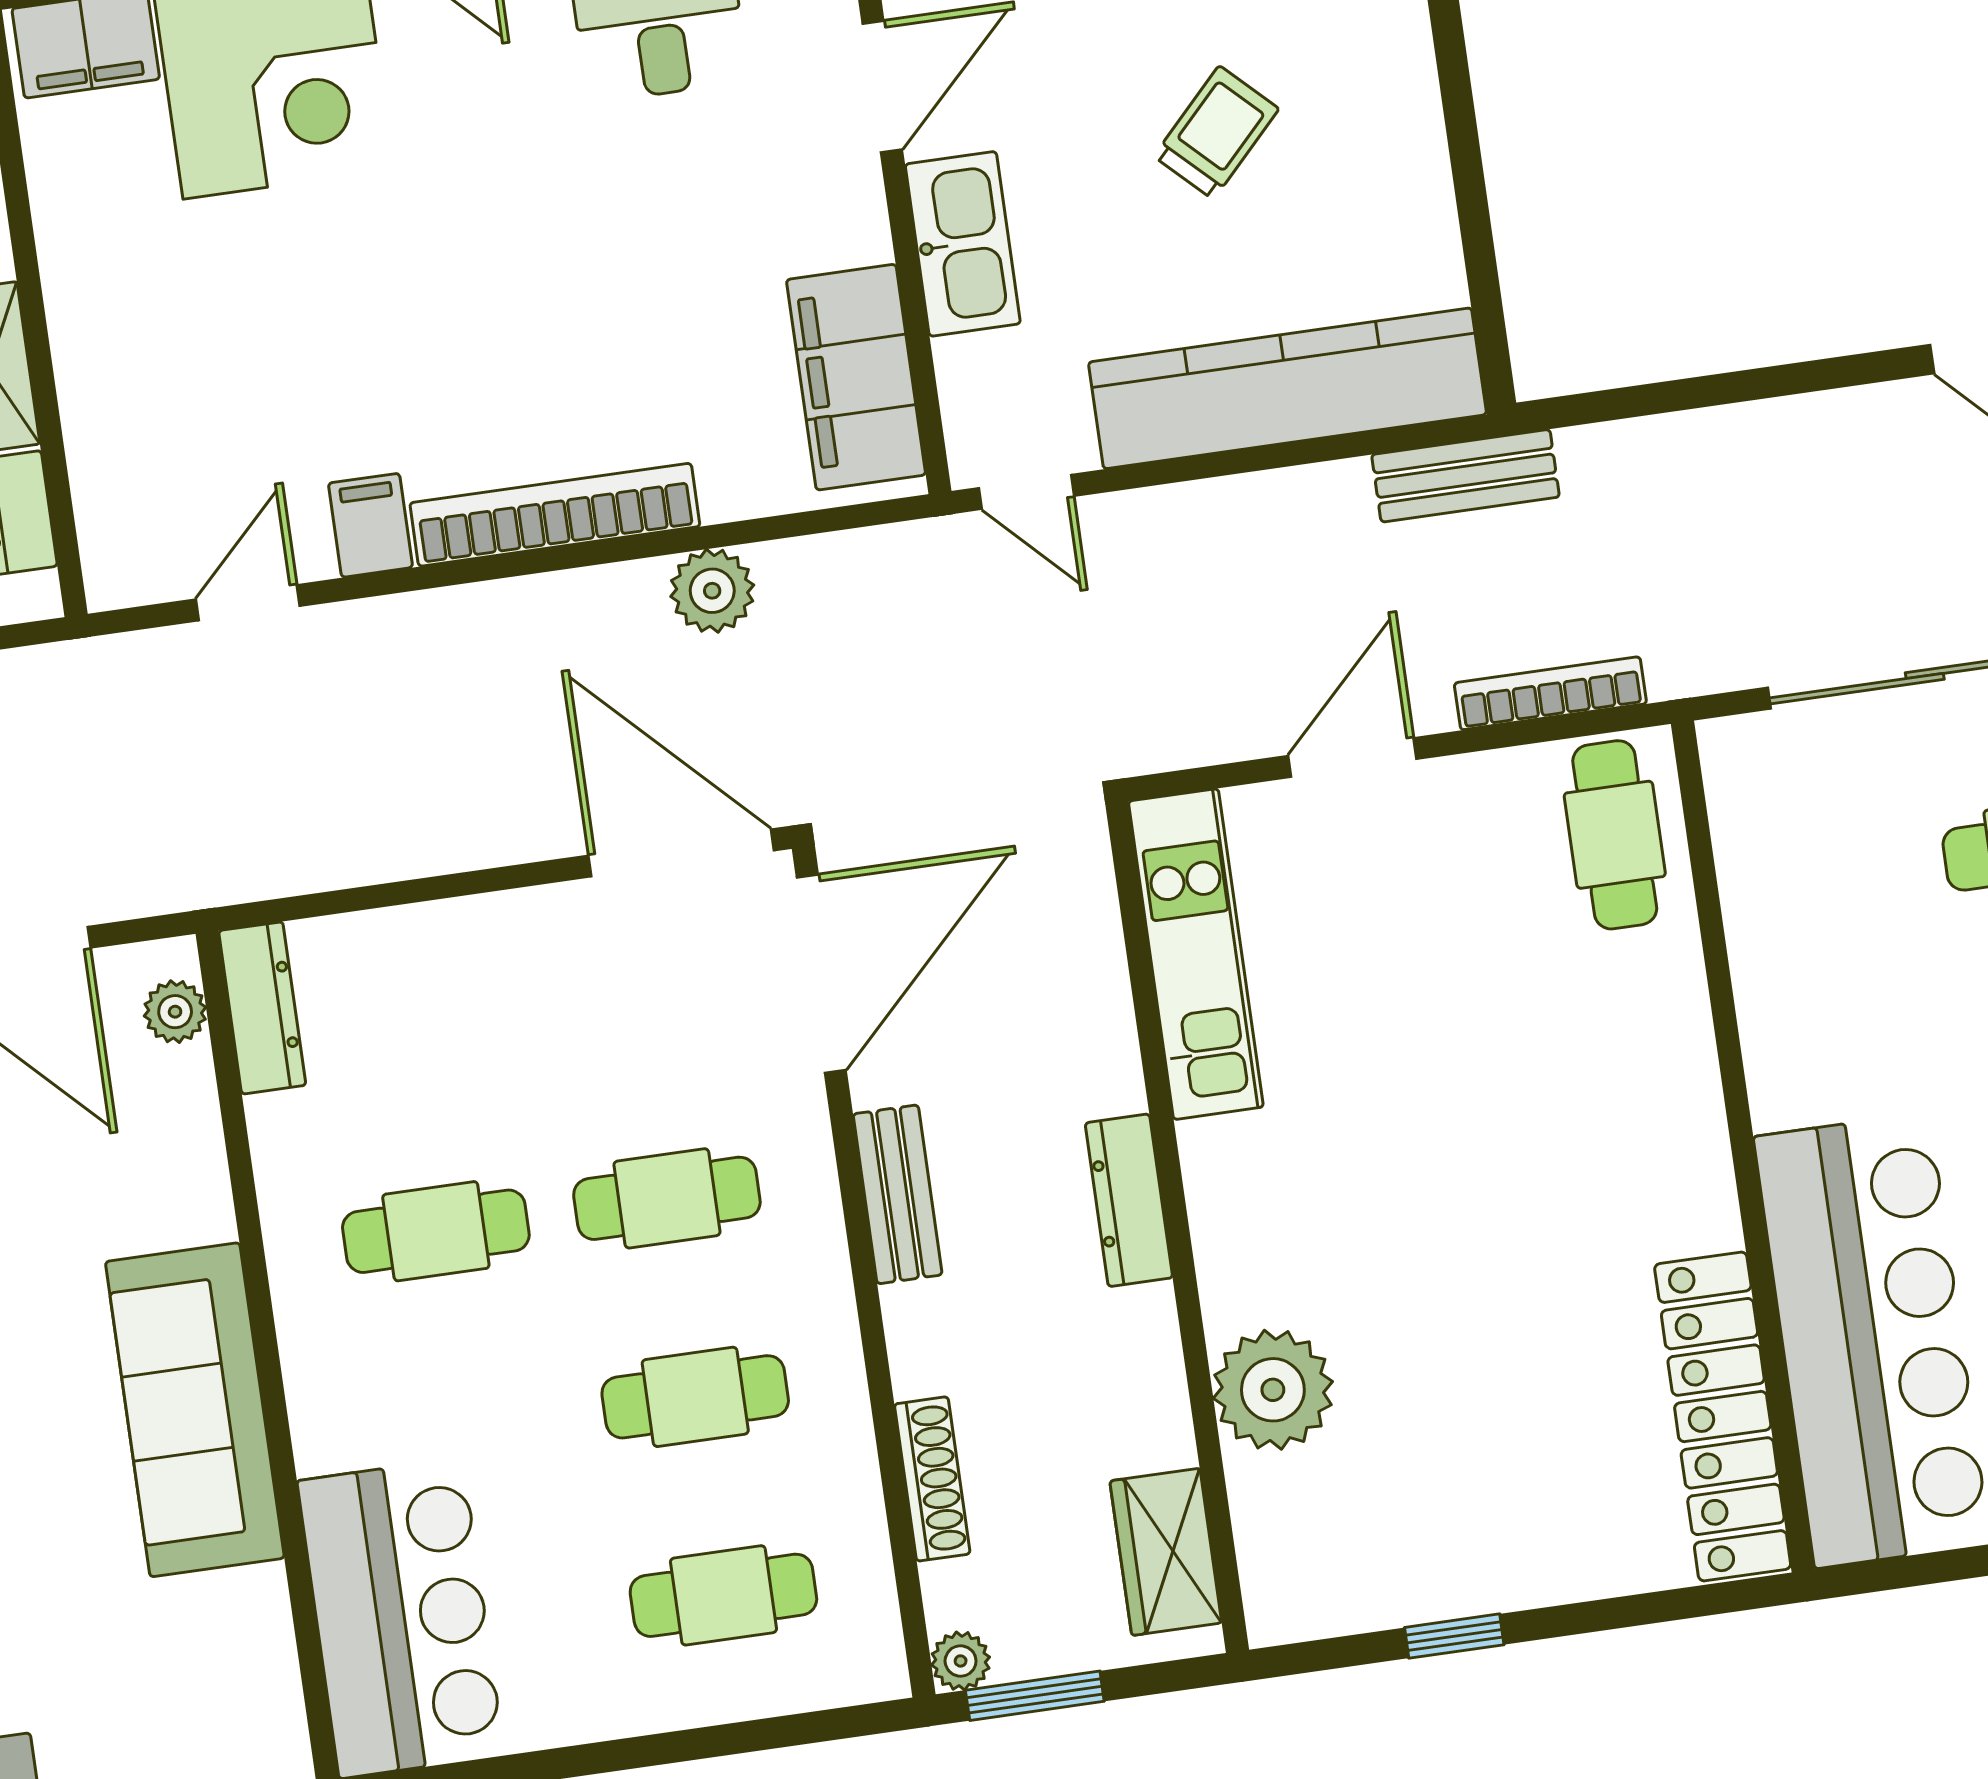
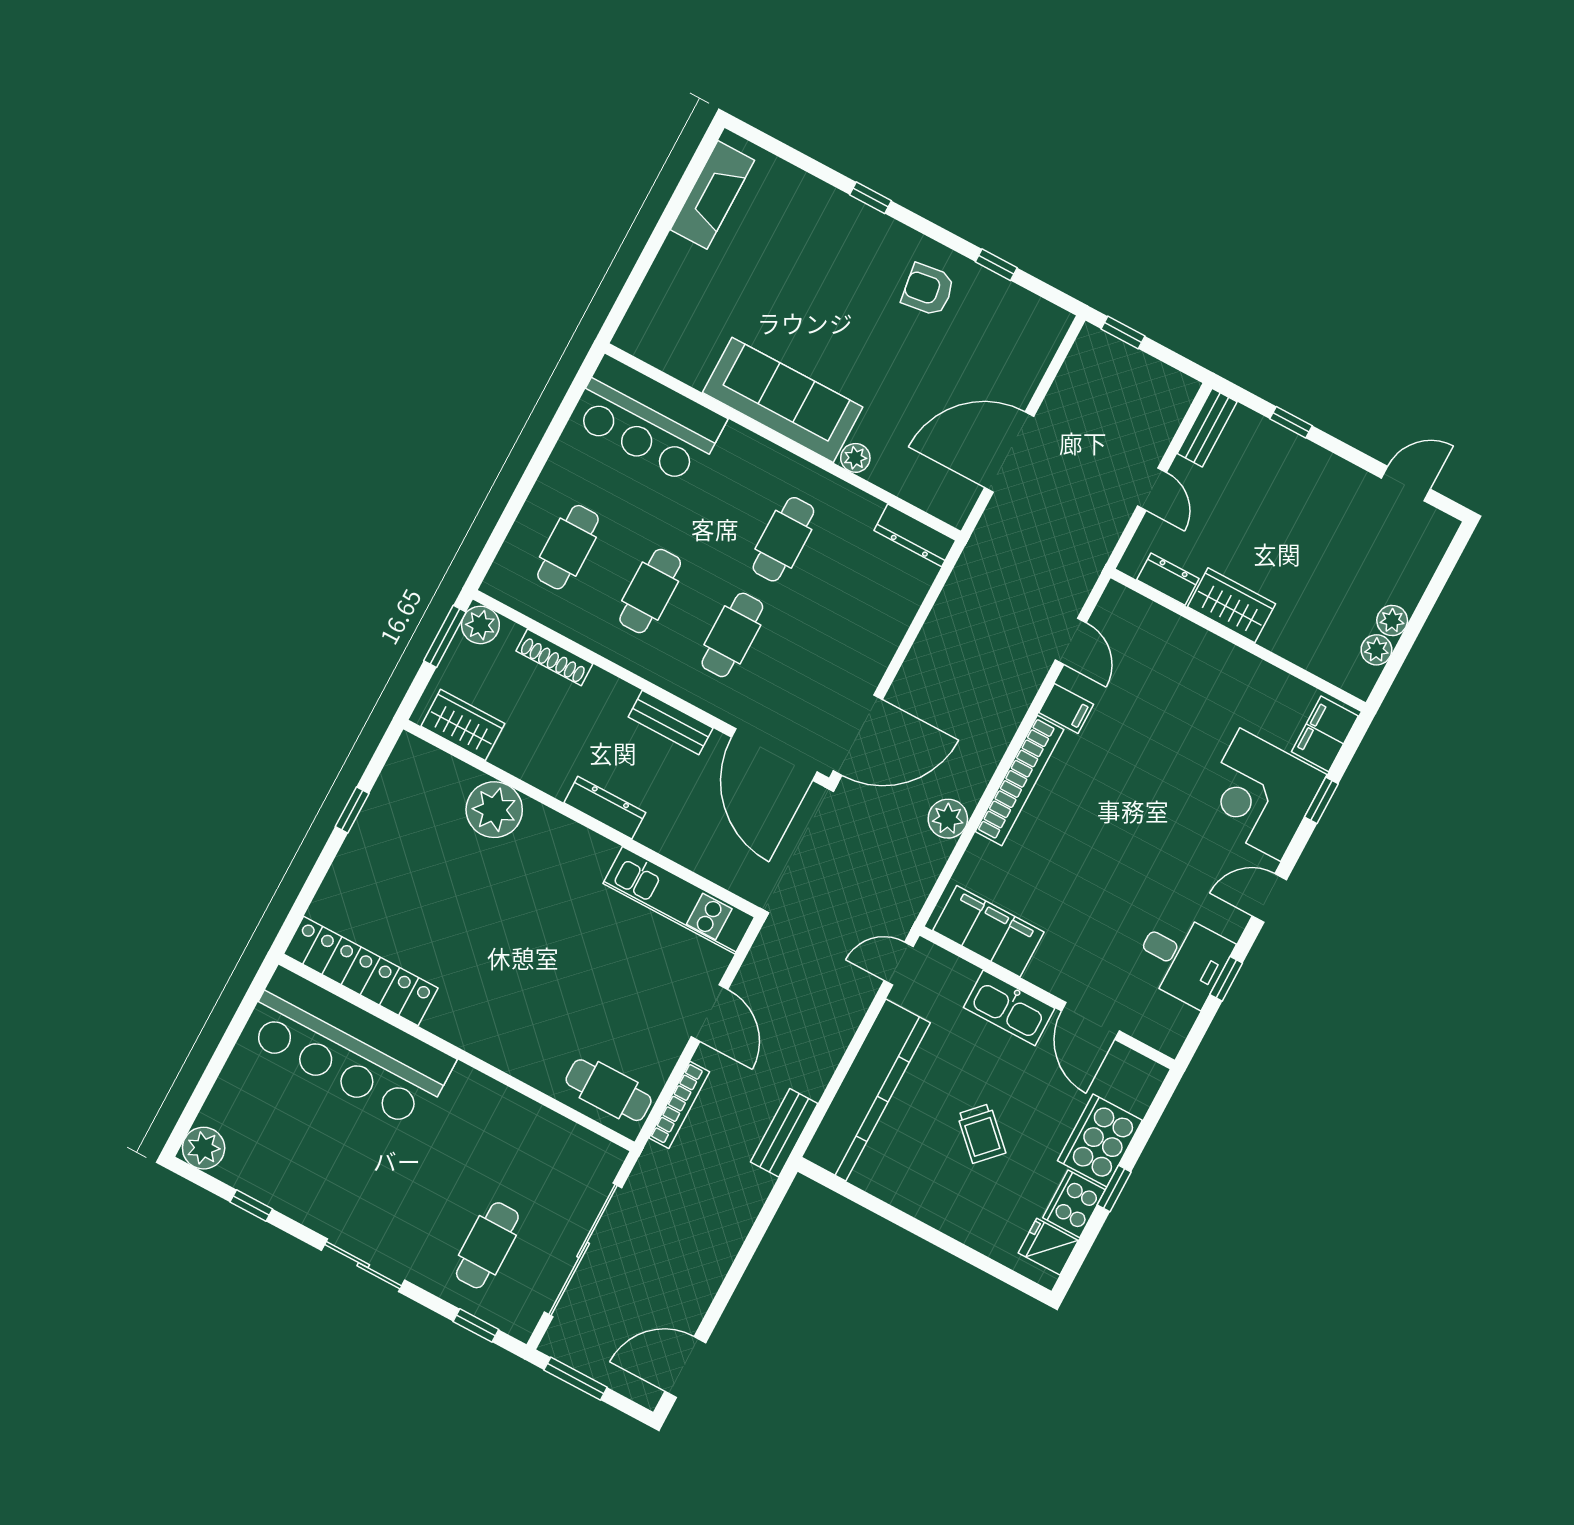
plant: (175, 1012) -> (855, 458), moved
plant: (961, 1661) -> (480, 625), width x1.38, depth x1.38

